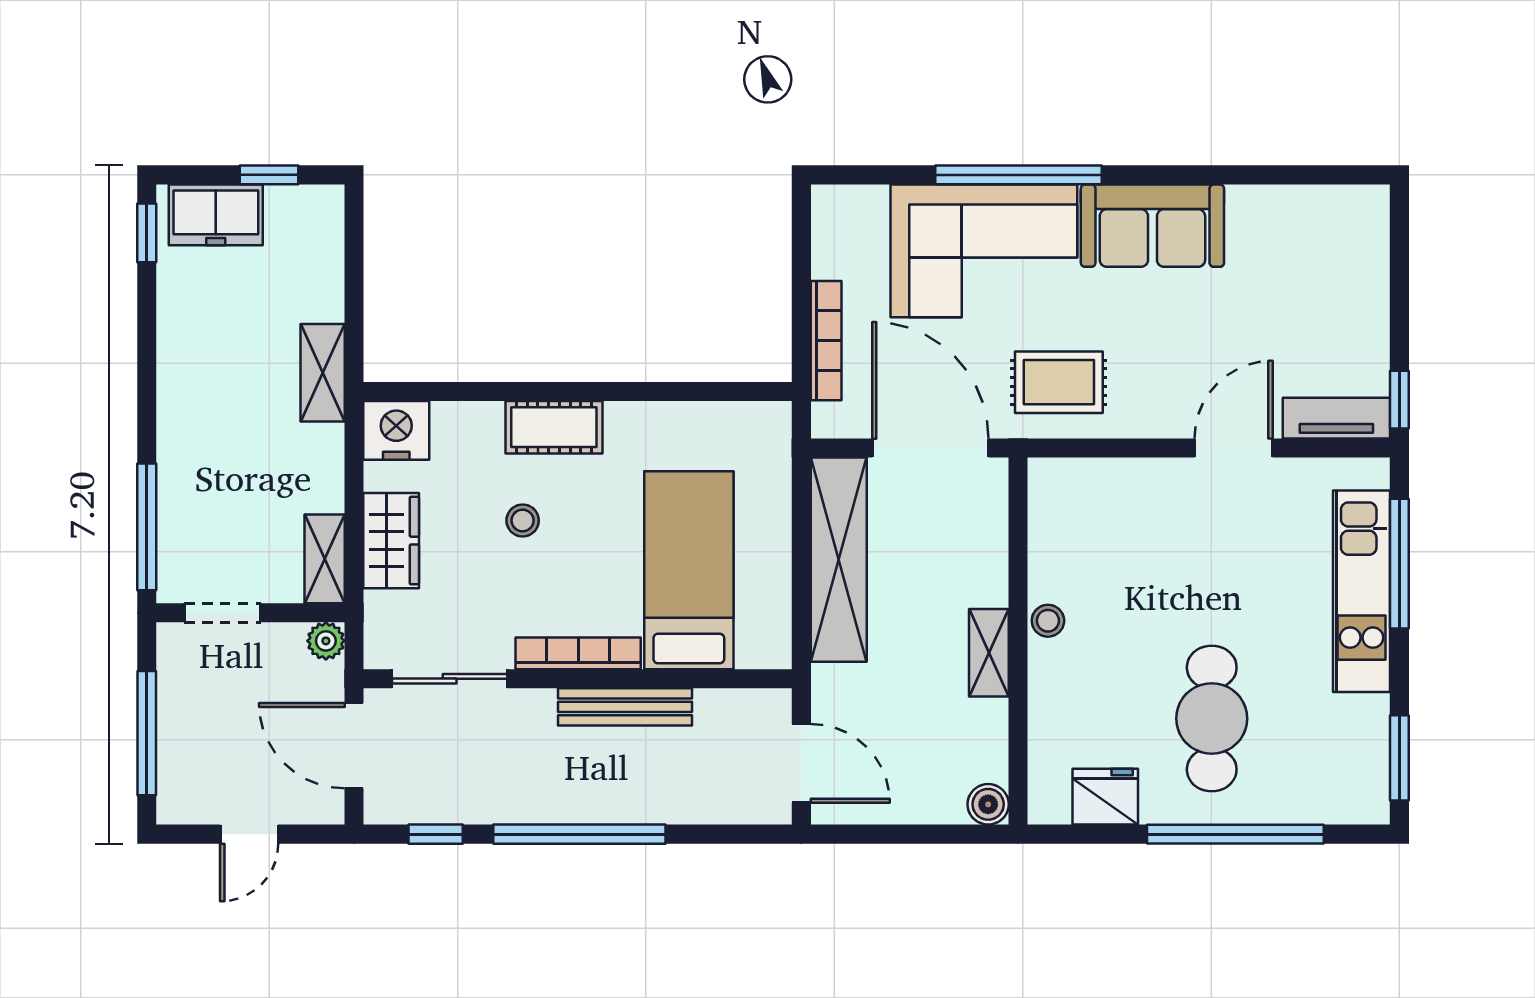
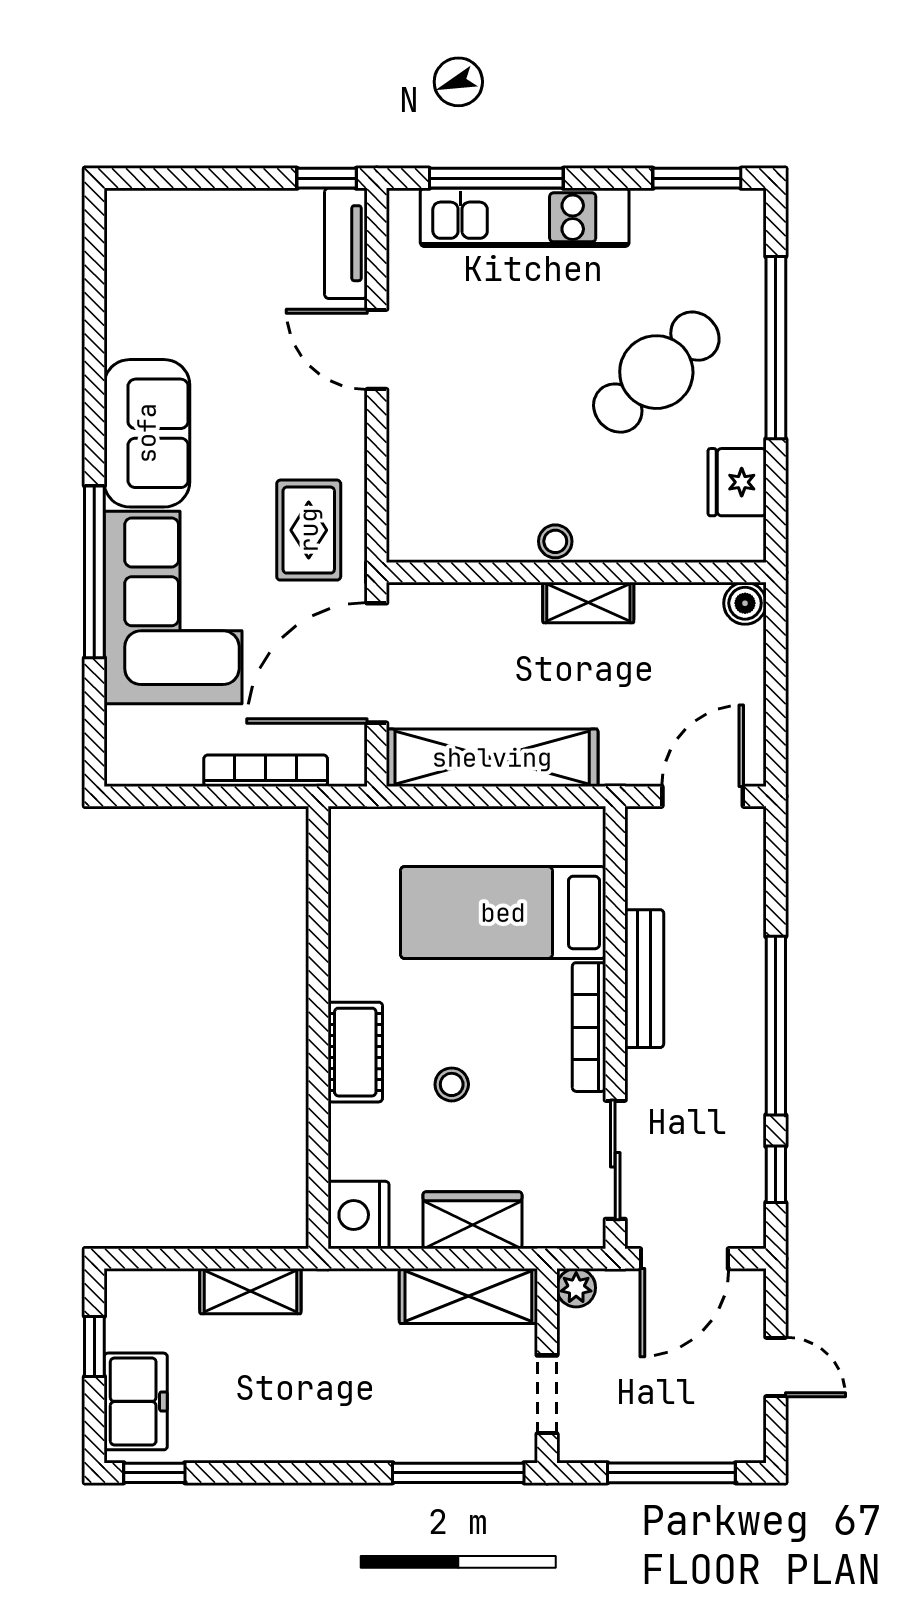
shelving: (323, 373) -> (250, 1291), moved
shelving: (325, 559) -> (468, 1296), width x1.50, depth x1.33
cafe table: (1212, 718) -> (656, 372), turned -43

